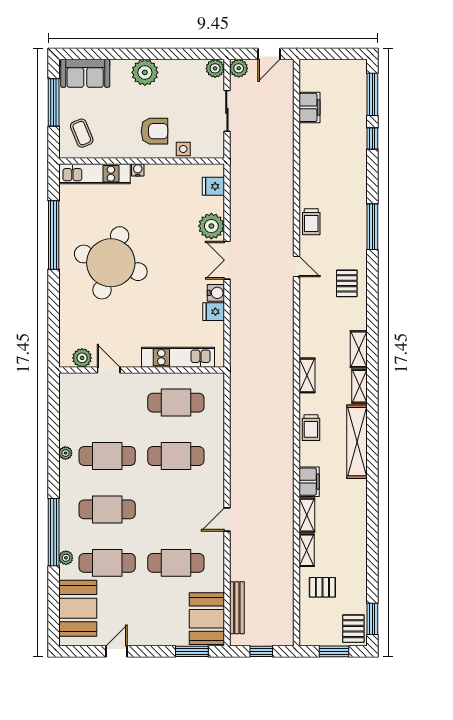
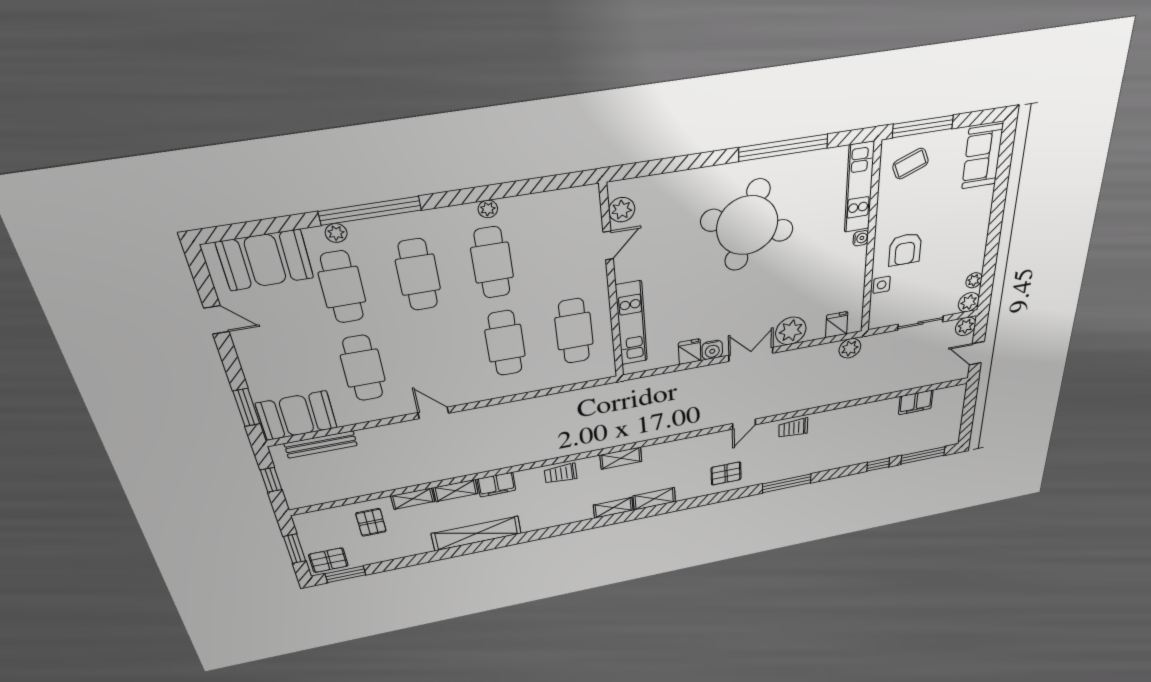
plant: (145, 72) -> (974, 280), moved, width x0.53, depth x0.53
window: (54, 102) -> (923, 126), moved
plant: (239, 173) -> (850, 348), added
shelving: (357, 442) -> (476, 533), moved

